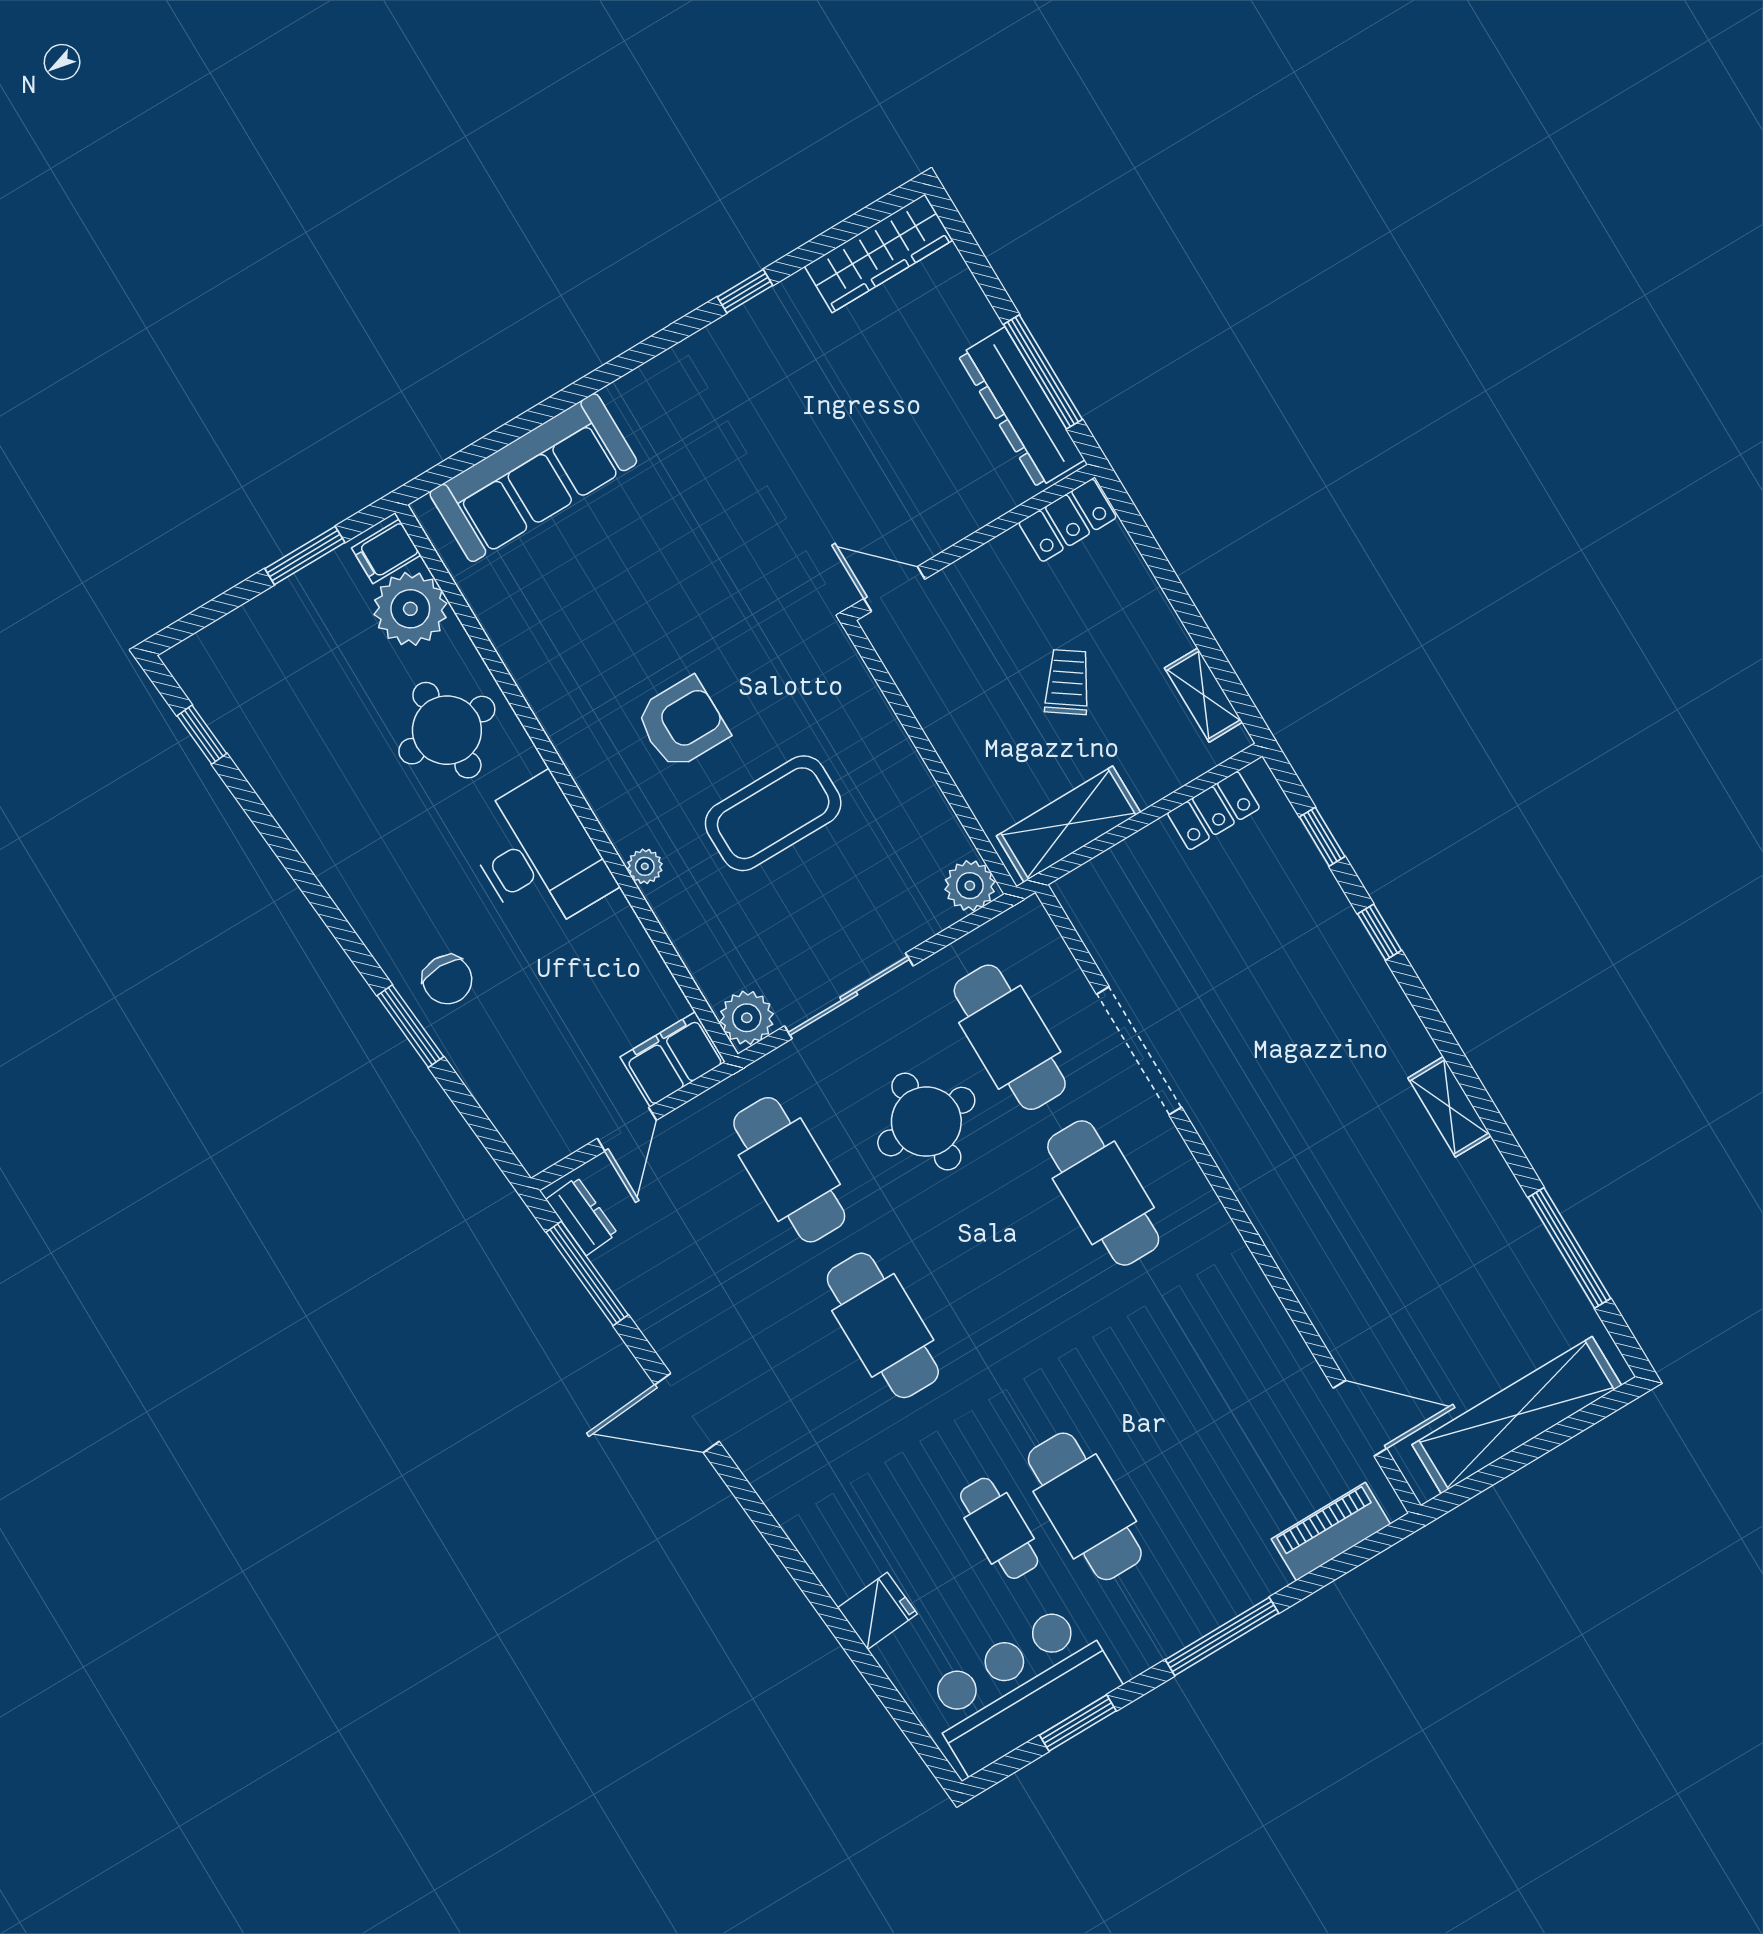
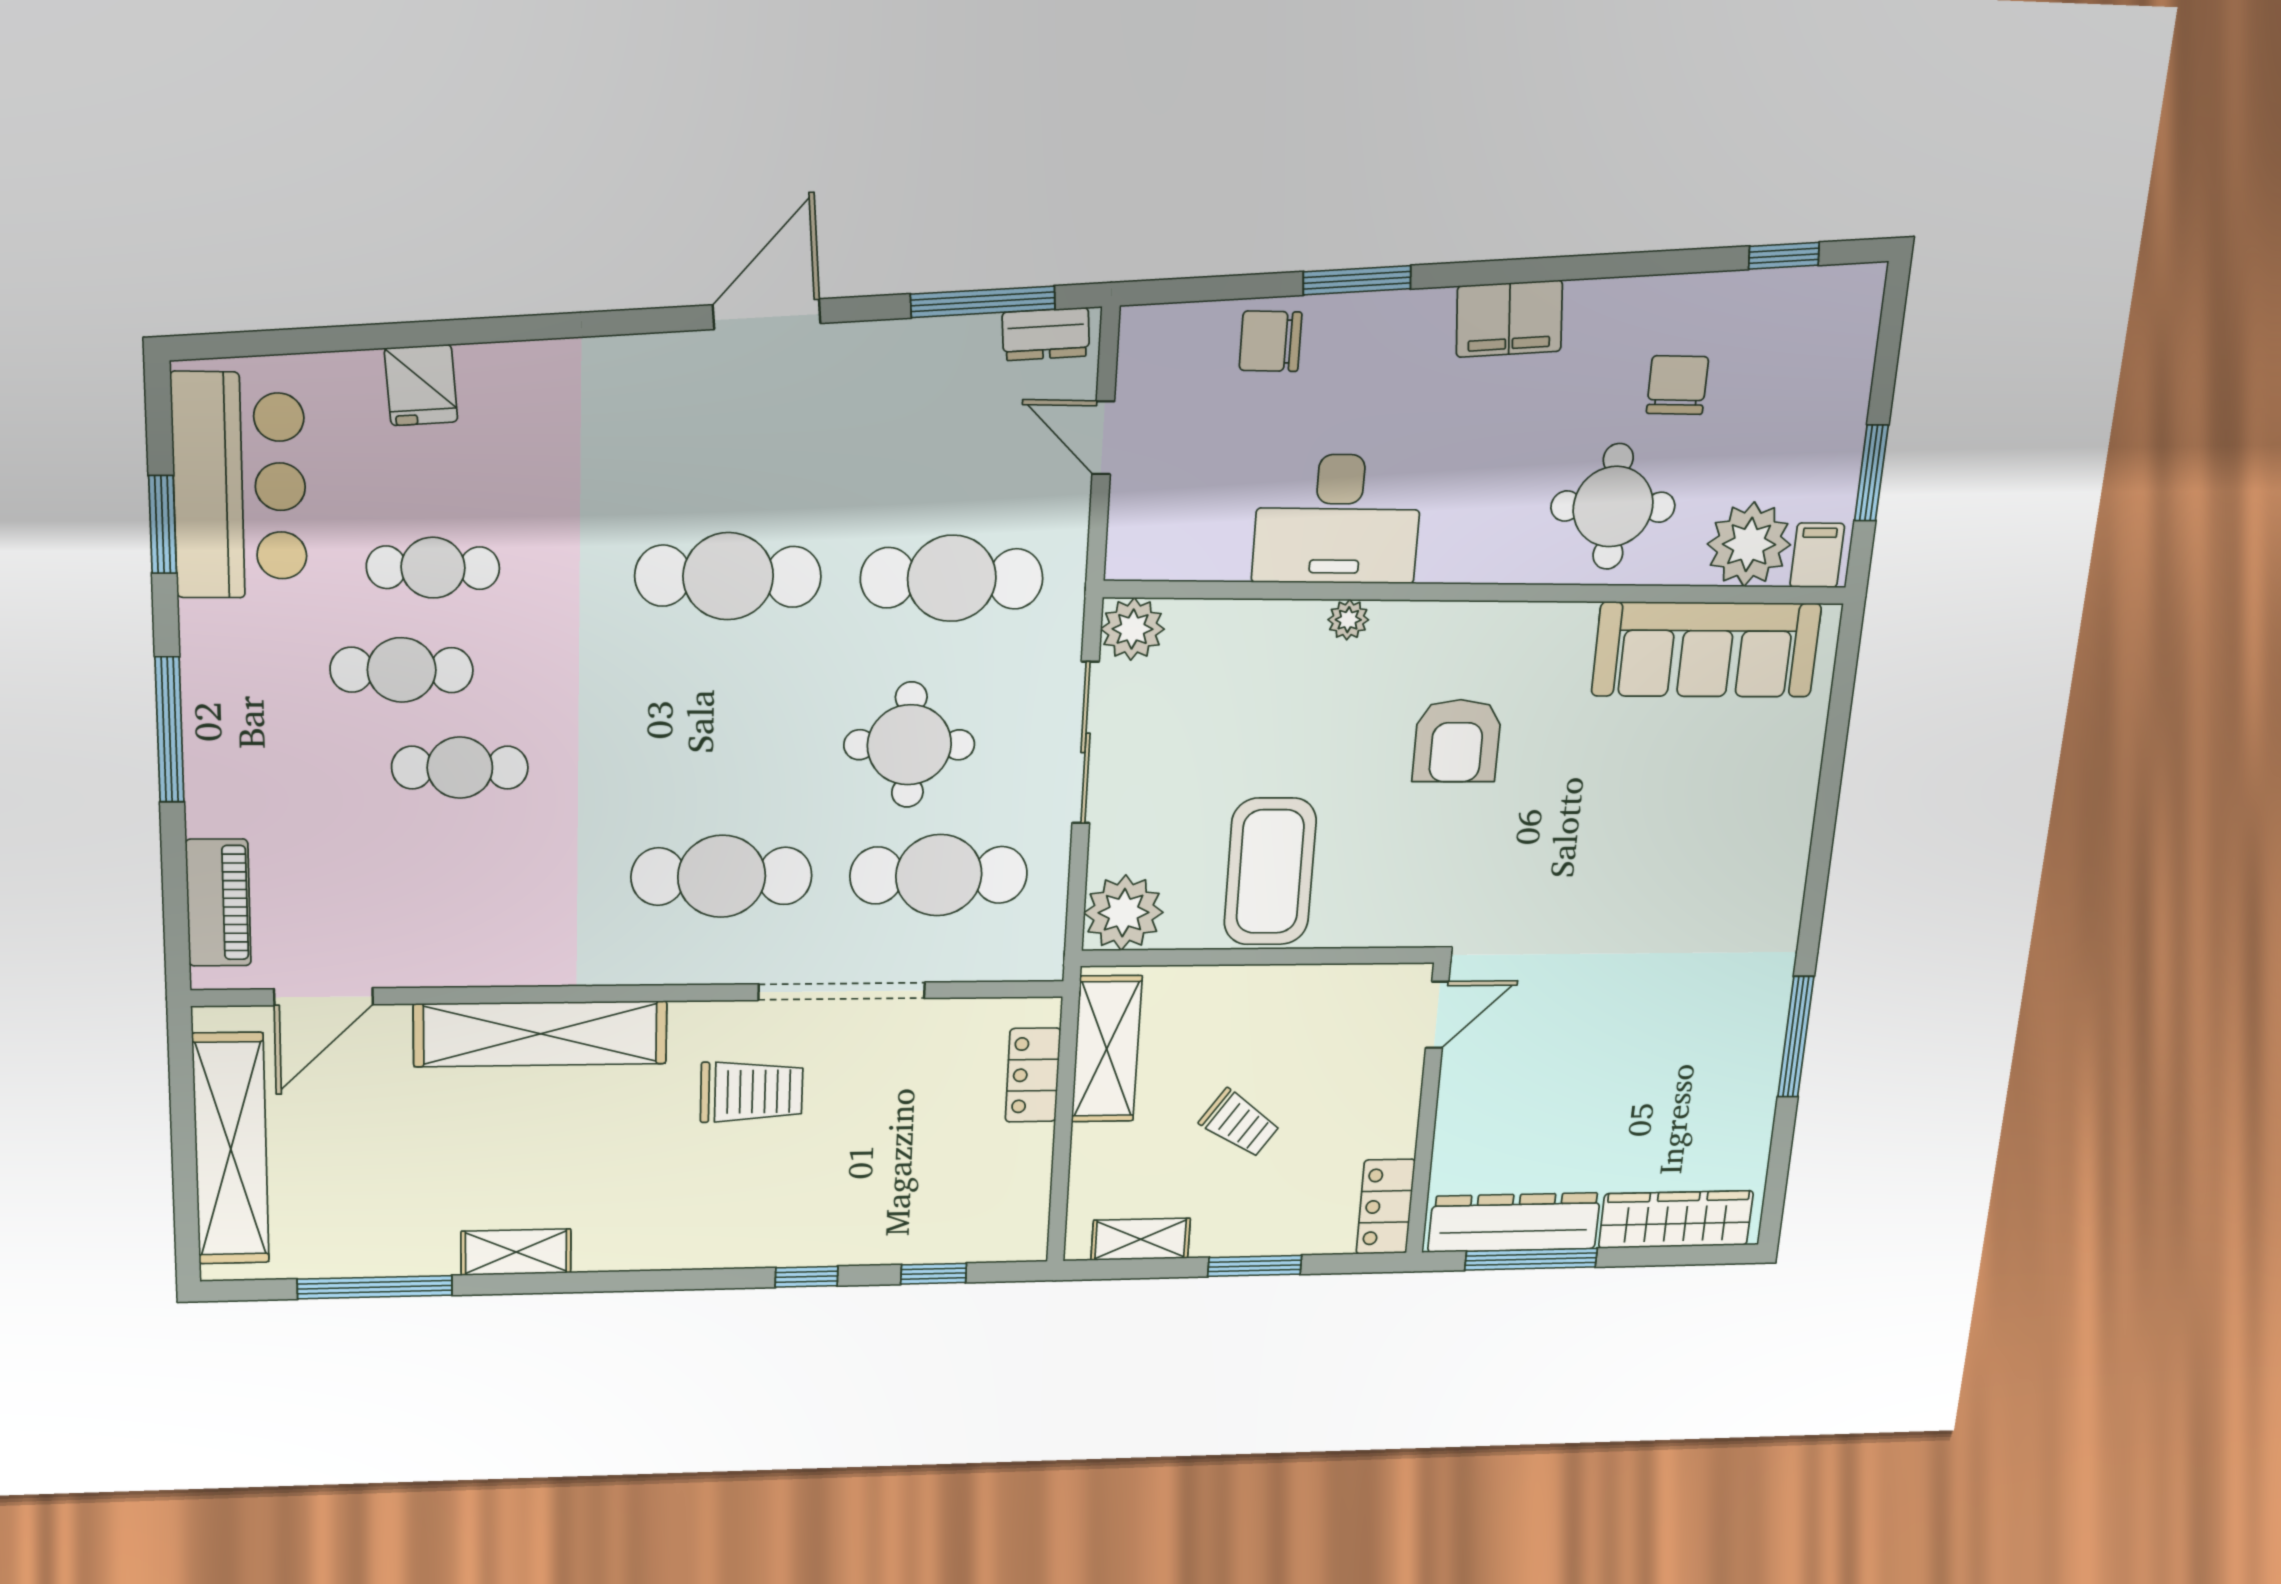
wardrobe: (878, 253) -> (1676, 1219), moved, turned 90
window: (745, 291) -> (1796, 1037), width x2.17
sofa: (533, 478) -> (1706, 650), moved, turned -90
window: (1174, 590) -> (1255, 1266), added
chair: (336, 746) -> (1677, 385), added
locker: (1213, 811) -> (1033, 1075), moved
coffee table: (773, 813) -> (1270, 872), moved
desk: (538, 855) -> (1338, 519), moved
plant: (970, 886) -> (1124, 913), width x1.36, depth x1.36
chair: (447, 980) -> (1271, 341), moved
filing cabinet: (673, 1059) -> (1509, 319), moved, turned 85
trolley: (1255, 1067) -> (752, 1092), added
shelving: (1449, 1107) -> (516, 1252), moved
shelving: (1299, 1248) -> (541, 1034), added
cafe table: (1132, 1425) -> (460, 768), added
cafe table: (1085, 1506) -> (402, 670), width x0.73, depth x0.74

